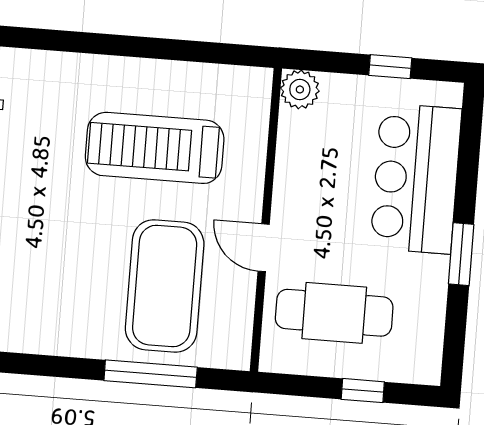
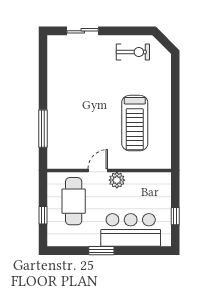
plant: (300, 89) -> (117, 180), moved
treadmill: (155, 148) -> (135, 123), turned 180
exercise mat: (165, 286) -> (79, 132), removed

